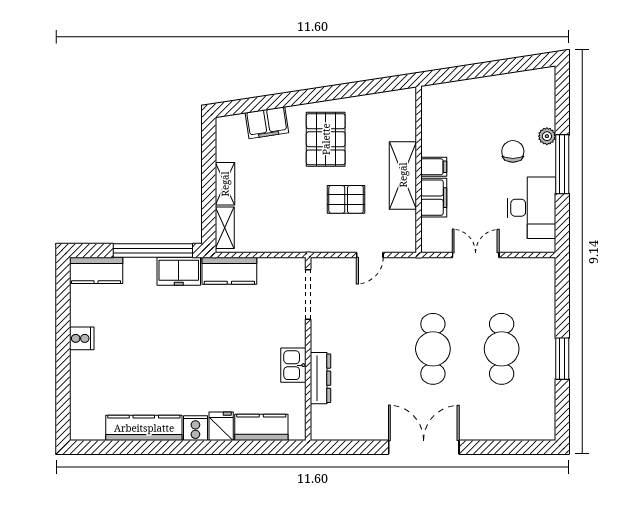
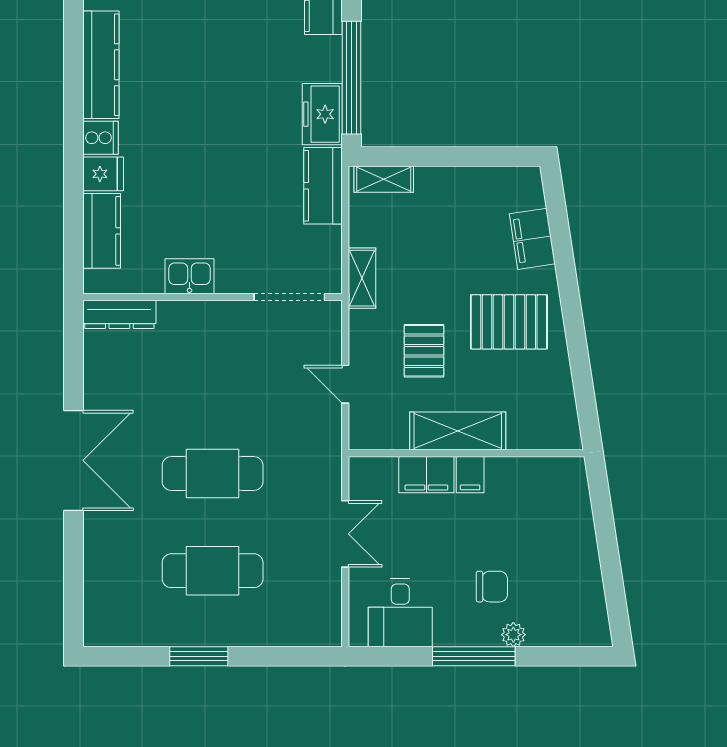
shelving: (225, 184) -> (362, 278), moved, turned 90
desk: (531, 208) -> (400, 613), width x0.73
dresser: (320, 378) -> (119, 314), moved

